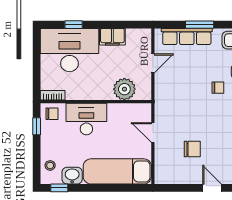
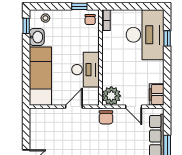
filing cabinet: (112, 37) -> (157, 94), moved
plant: (124, 89) -> (111, 96), moved
desk: (86, 119) -> (86, 70), moved
chair: (192, 149) -> (106, 117), moved

